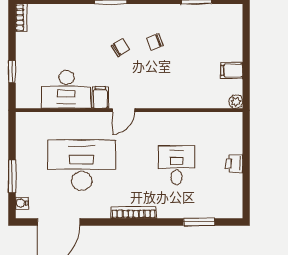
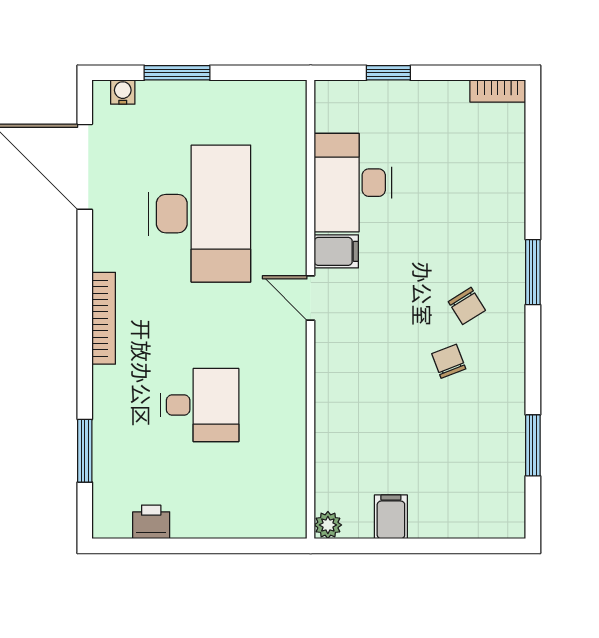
chair: (120, 48) -> (467, 306), moved
printer: (234, 164) -> (151, 522), moved

